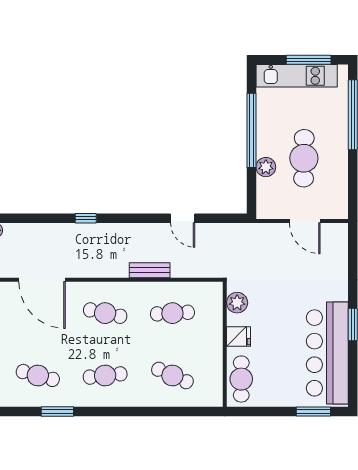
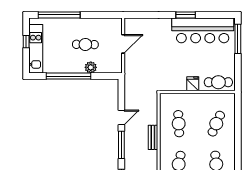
window: (309, 60) -> (26, 42), width x0.46
cafe table: (304, 158) -> (85, 44), width x0.73, depth x0.74
window: (137, 218) -> (121, 145), added
plant: (237, 303) -> (172, 85), removed
window: (313, 411) -> (238, 39), width x1.44

